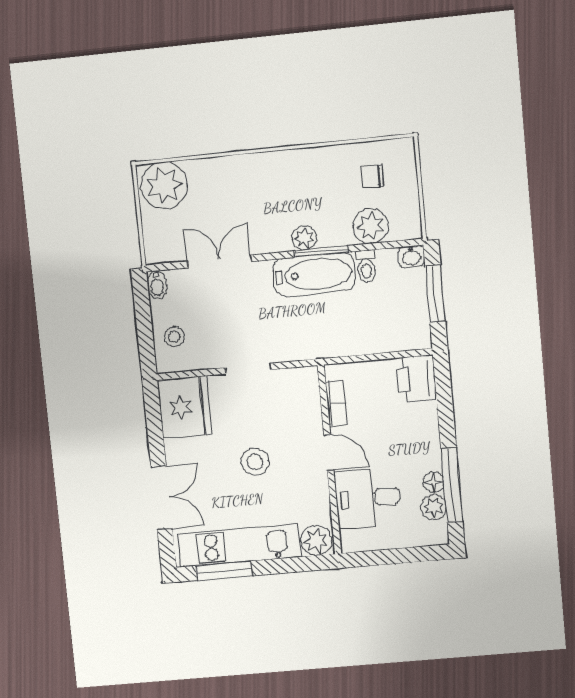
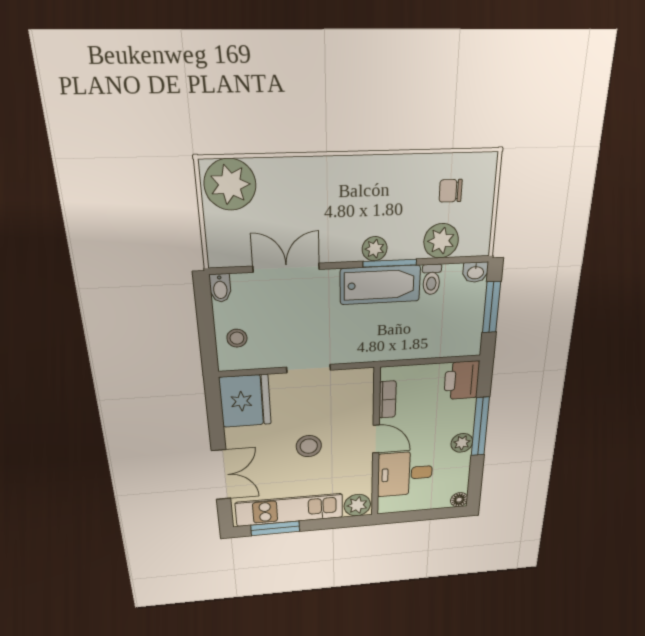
floor lamp: (434, 482) -> (459, 500), moved
window: (452, 485) -> (480, 427), moved
plant: (434, 507) -> (462, 443), moved

